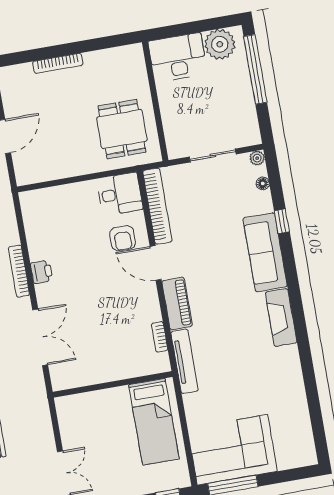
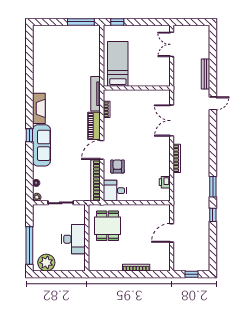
desk: (178, 57) -> (74, 239), moved, turned -90
window: (282, 221) -> (29, 135), moved
door: (156, 263) -> (102, 150), swing flipped
printer: (41, 272) -> (165, 182), moved
corner sofa: (232, 450) -> (78, 41), removed

